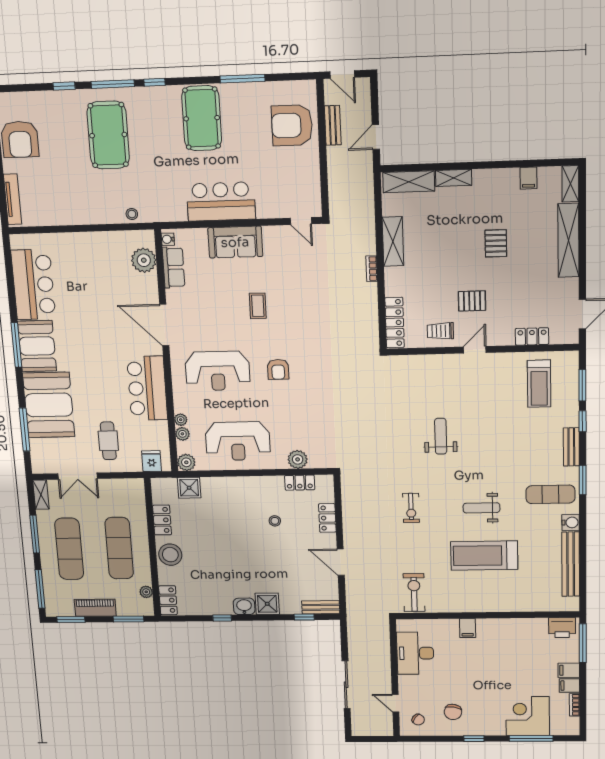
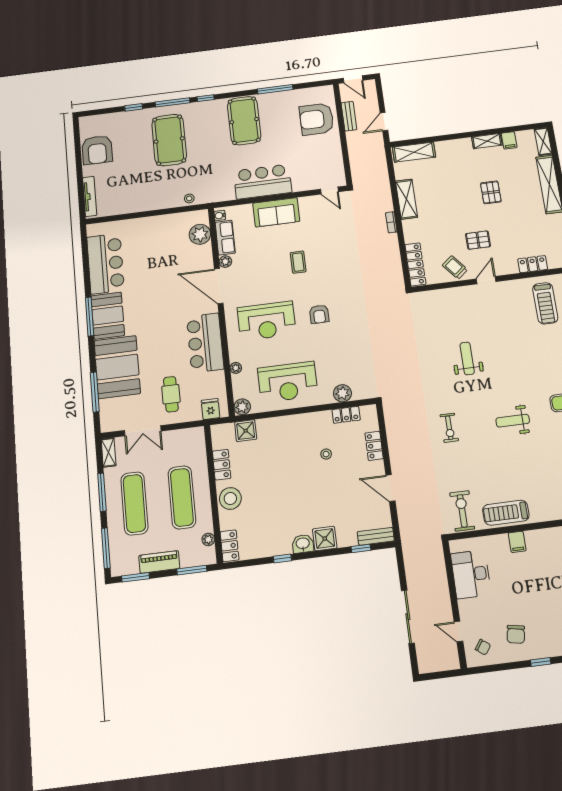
shelving: (454, 178) -> (487, 141), moved
trolley: (440, 331) -> (455, 267), turned 51
plant: (182, 434) -> (225, 262), moved
treadmill: (484, 556) -> (506, 513), moved, width x0.73, depth x0.73

